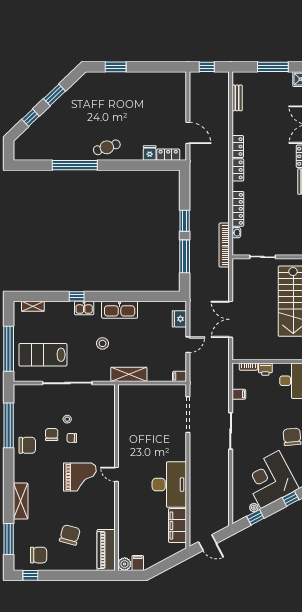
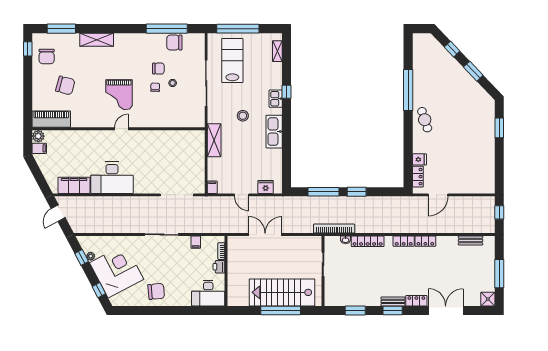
chair: (27, 445) -> (174, 42), moved, turned 90

